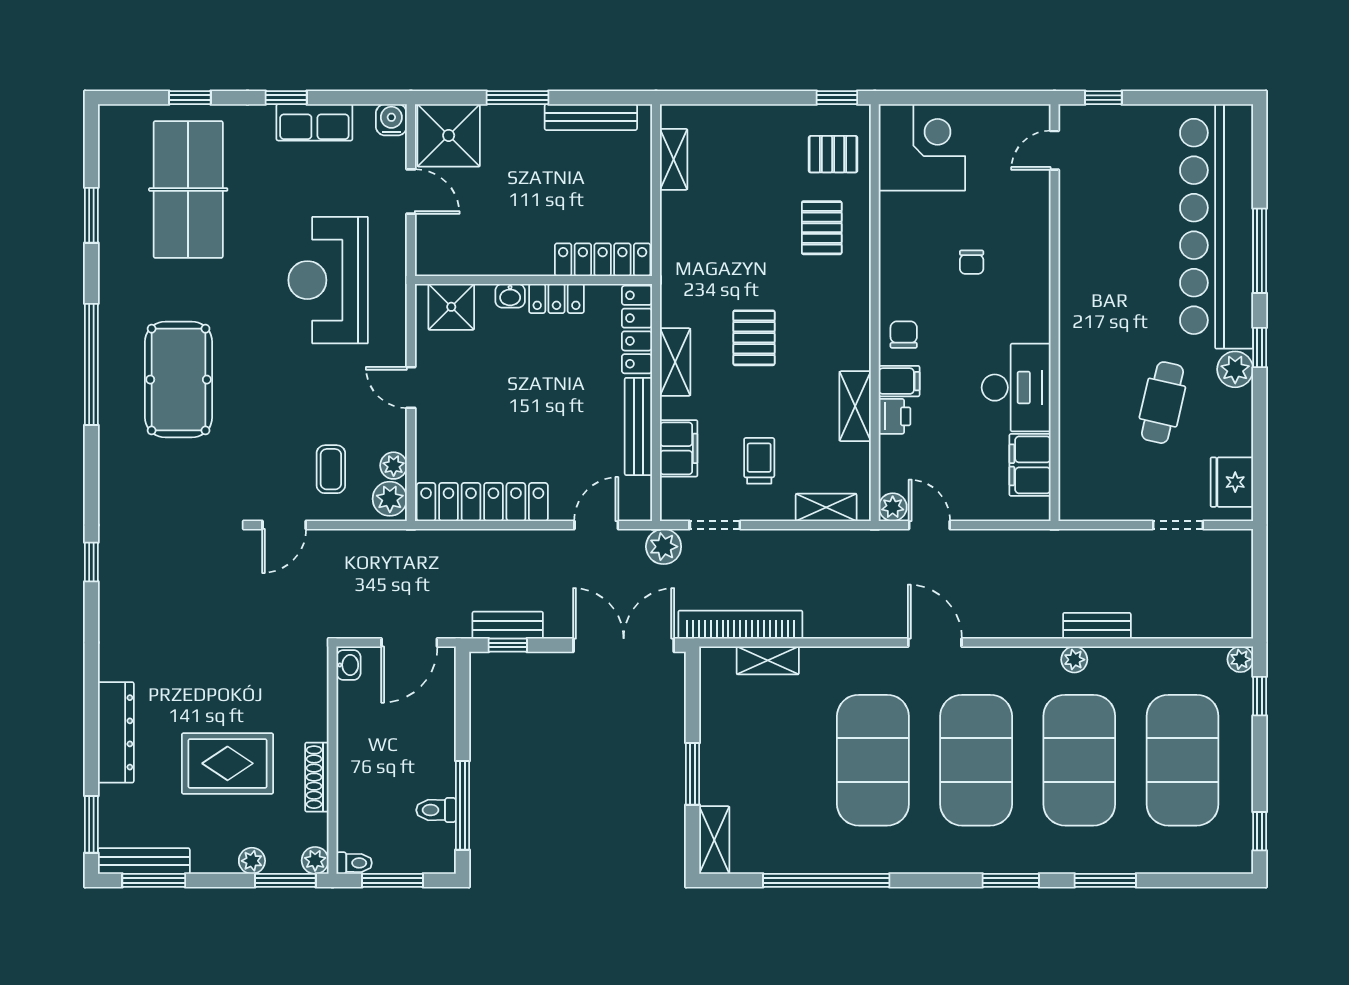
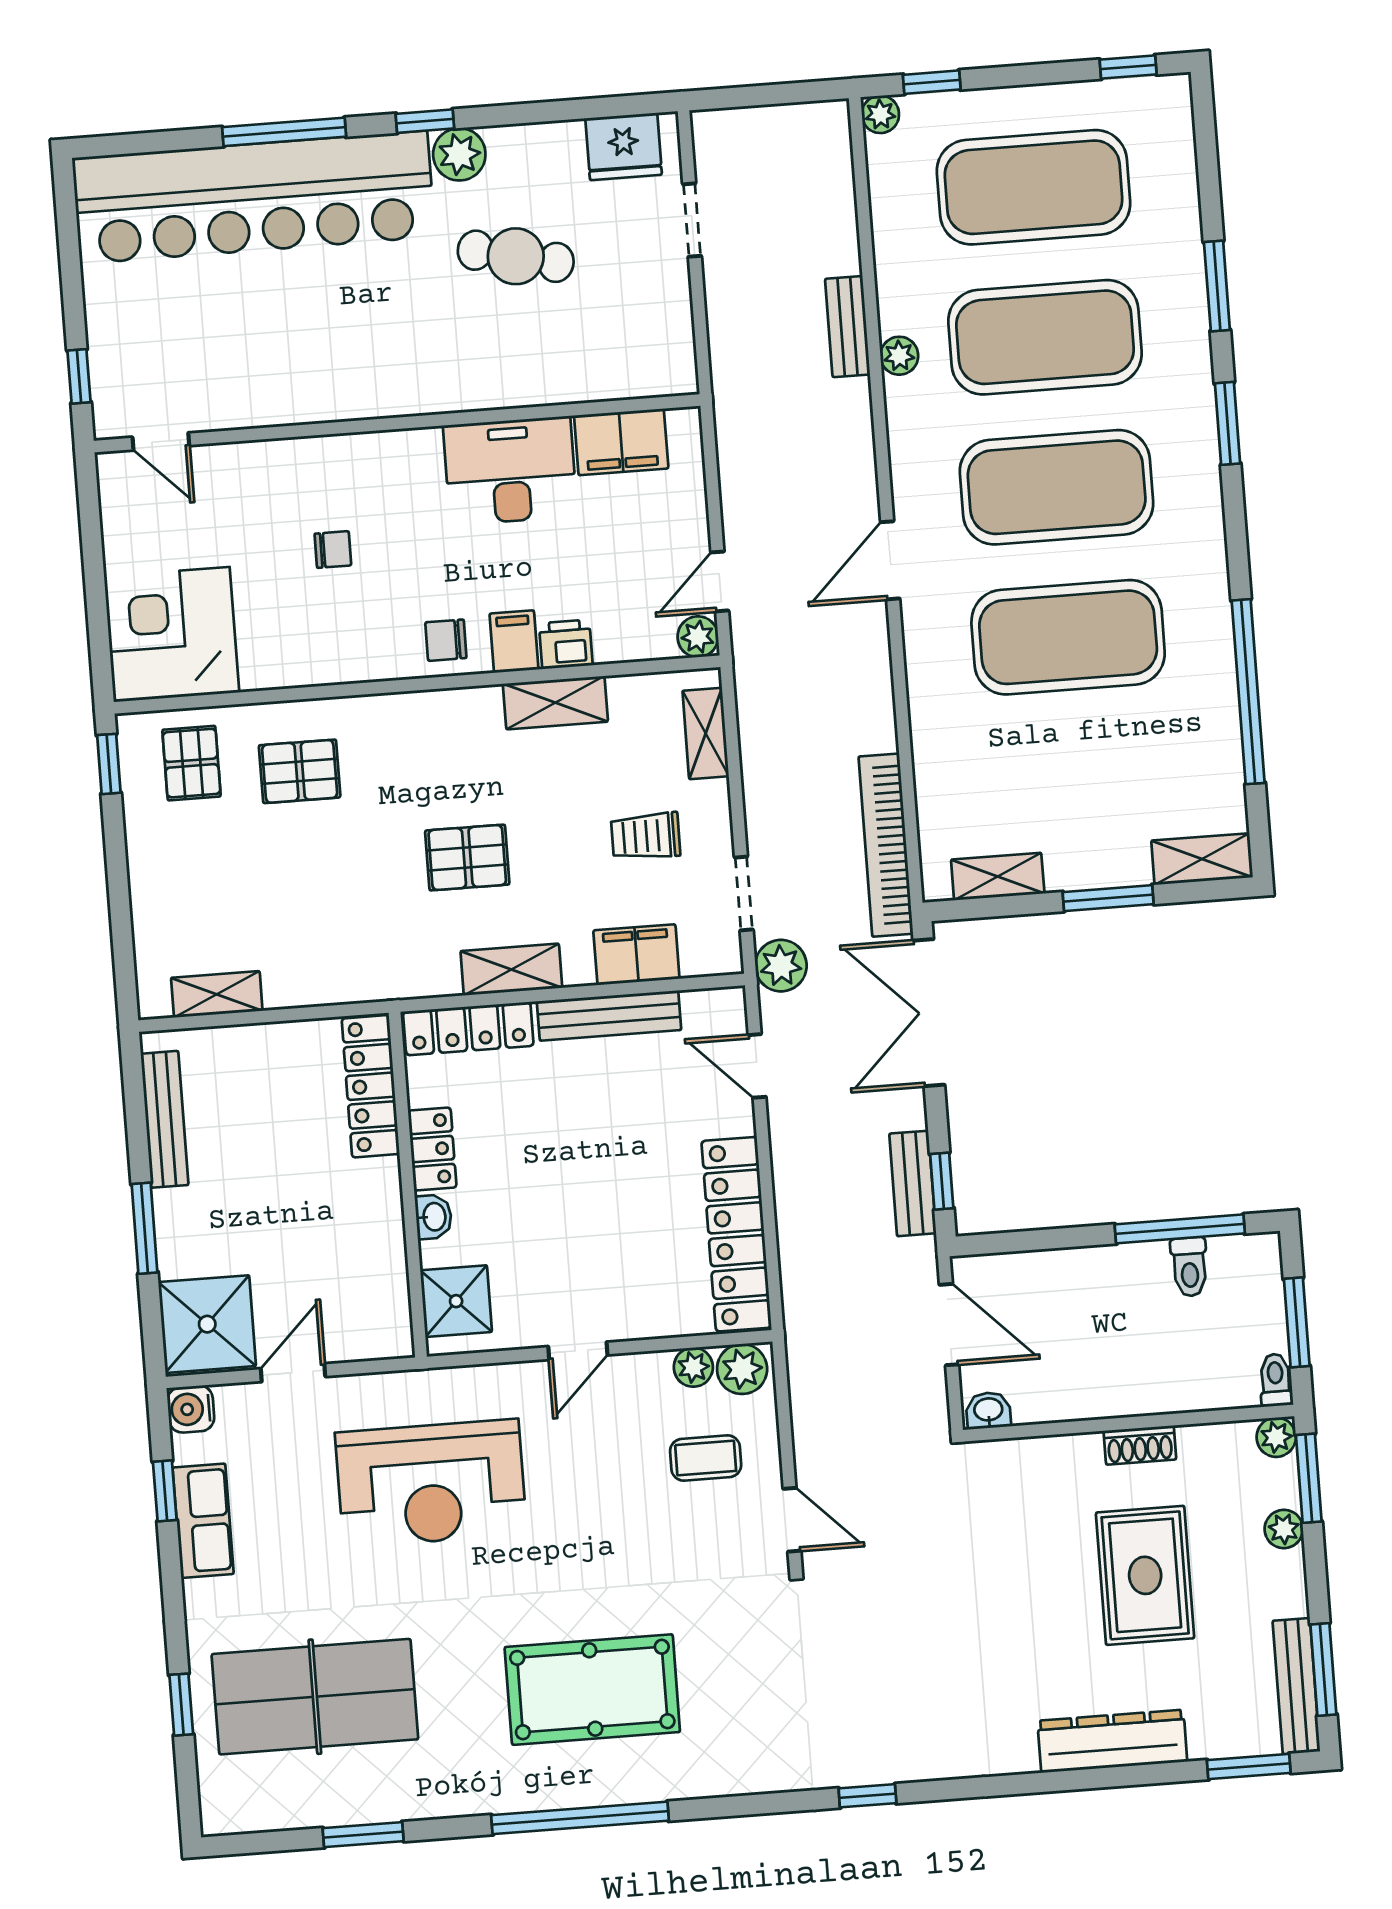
window: (286, 98) -> (165, 1491), moved
shelving: (768, 660) -> (998, 877), moved, turned 90
shoe rack: (317, 777) -> (1140, 1445), width x0.70

